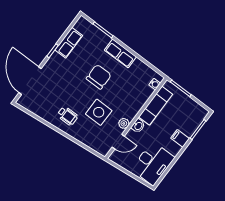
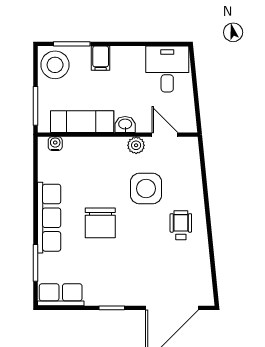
row of seats: (69, 43) -> (61, 295), moved
row of seats: (120, 53) -> (49, 218), width x1.48
chair: (99, 77) -> (100, 223), turned -90
stool: (194, 113) -> (55, 65), added
desk: (153, 163) -> (167, 69), width x0.73

